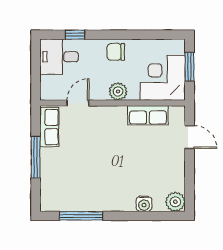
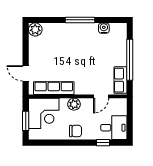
row of seats: (148, 115) -> (54, 88), width x1.48
window: (36, 157) -> (130, 60), width x1.46
water cooler: (144, 204) -> (104, 28), moved
window: (81, 216) -> (80, 20), moved

